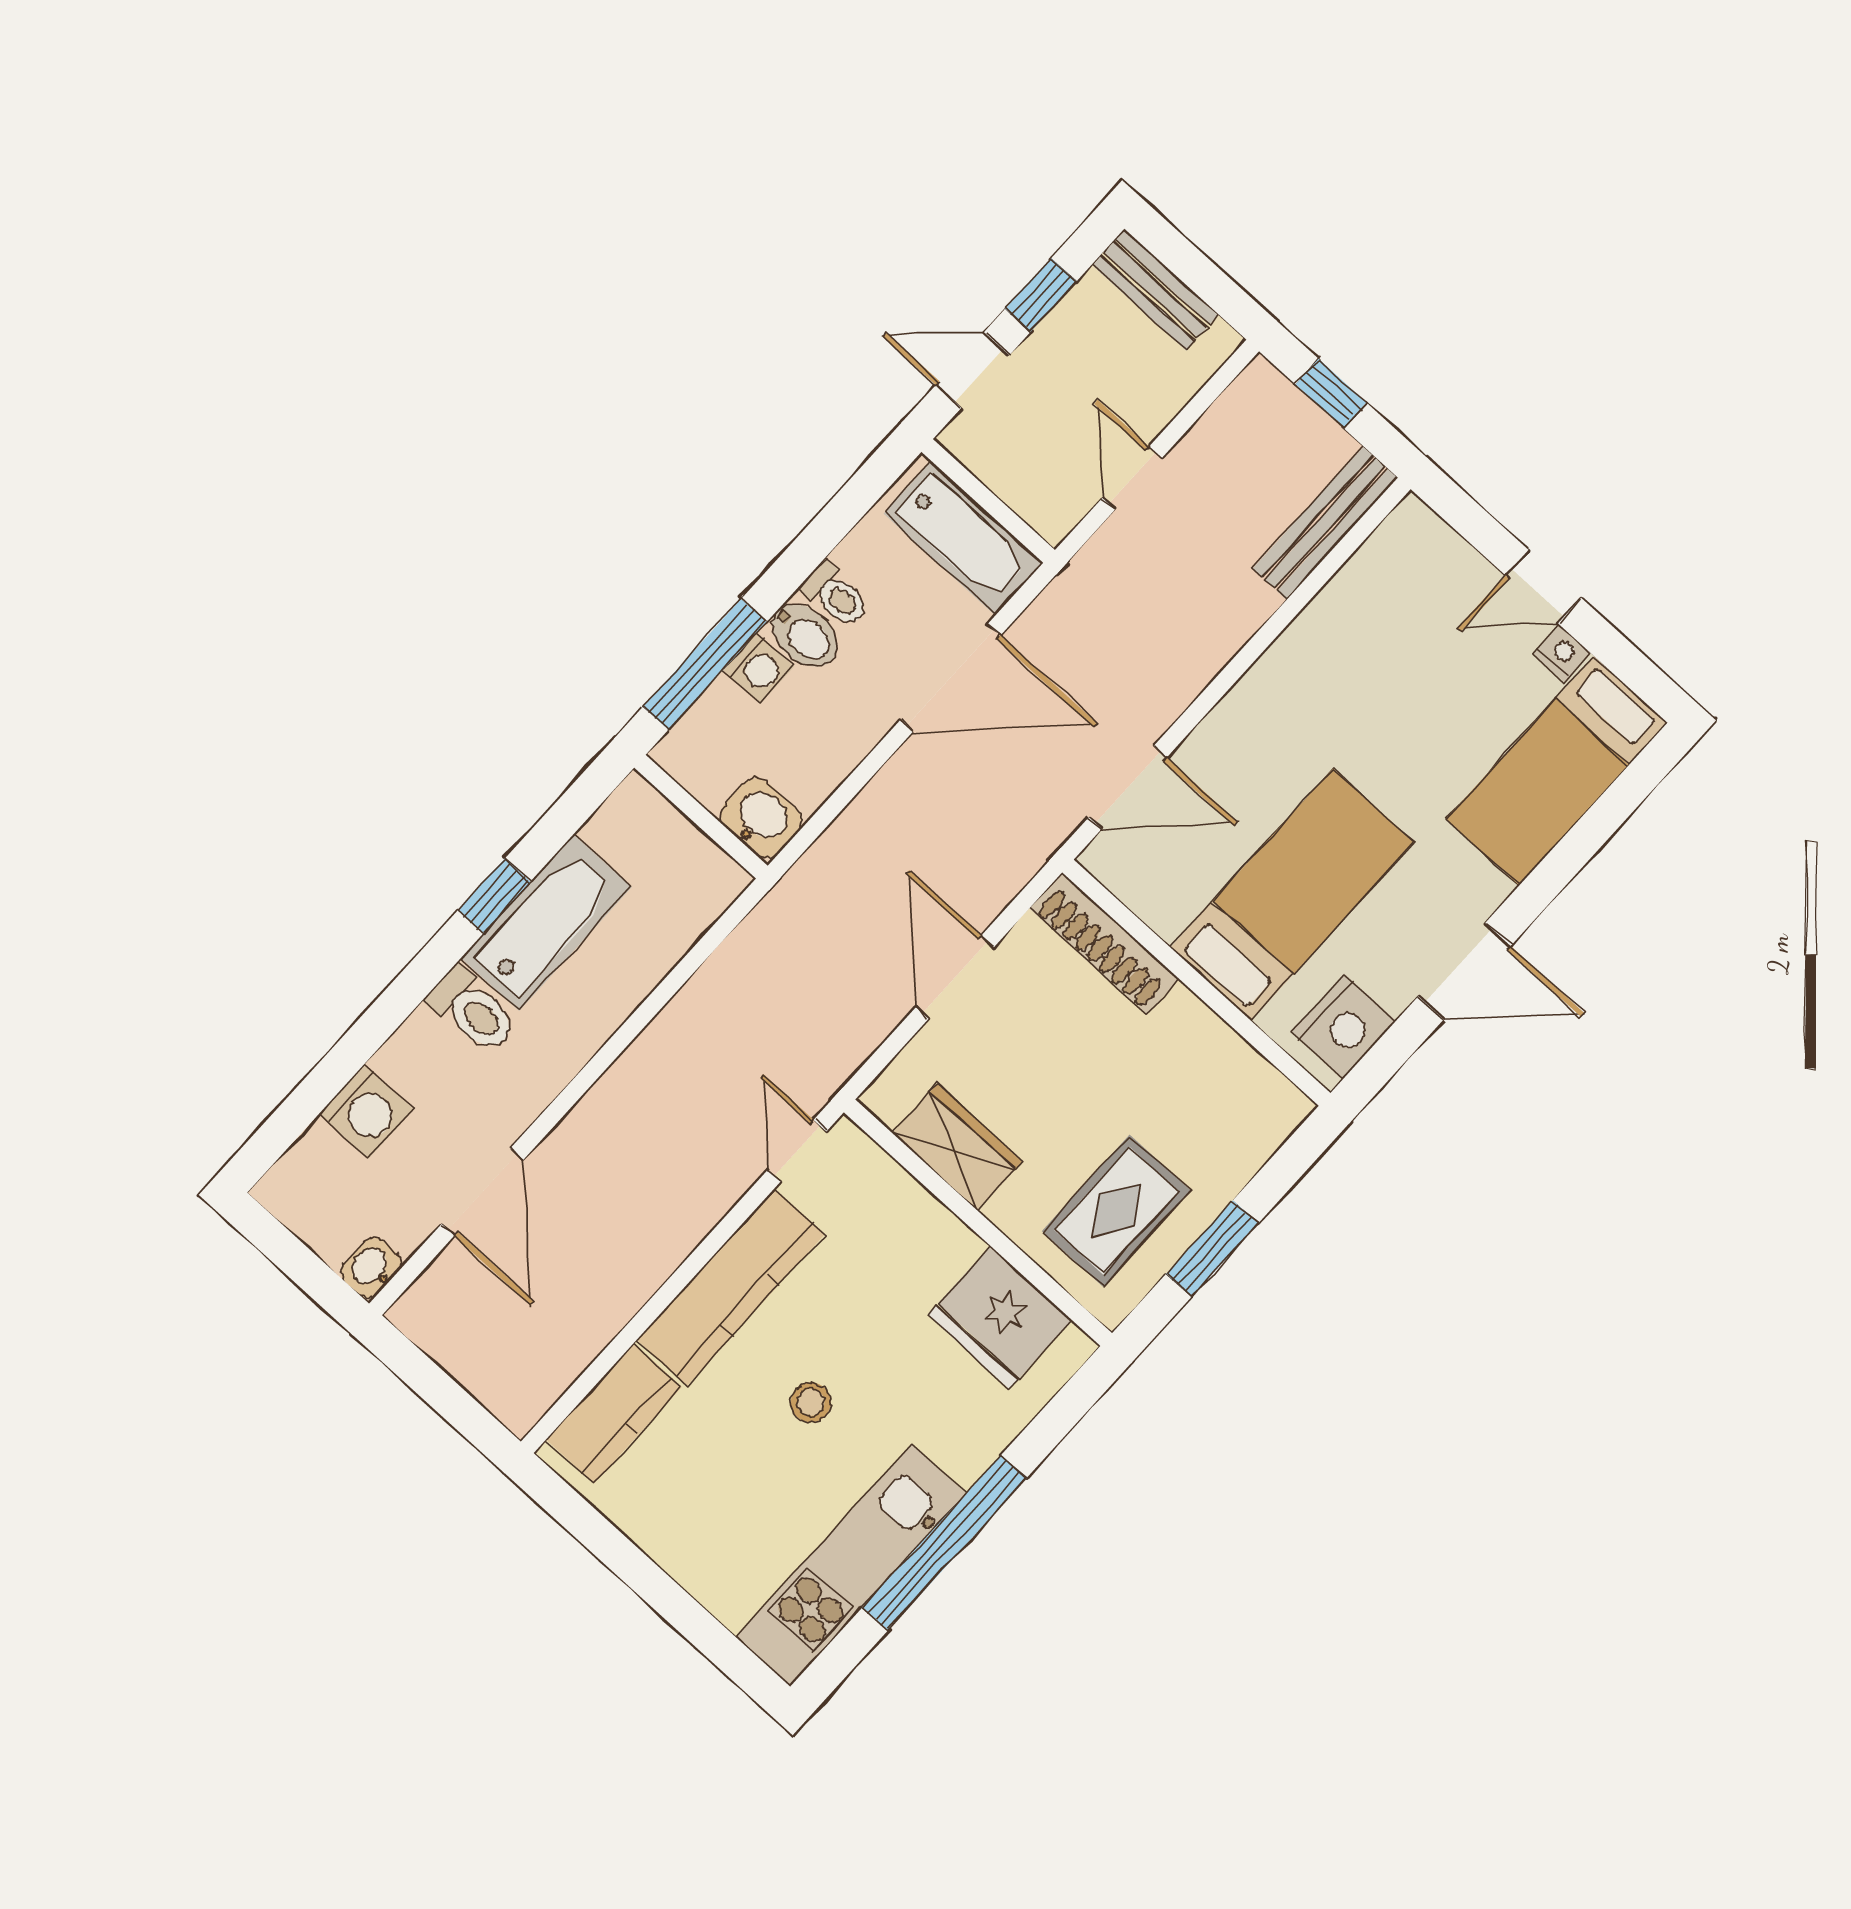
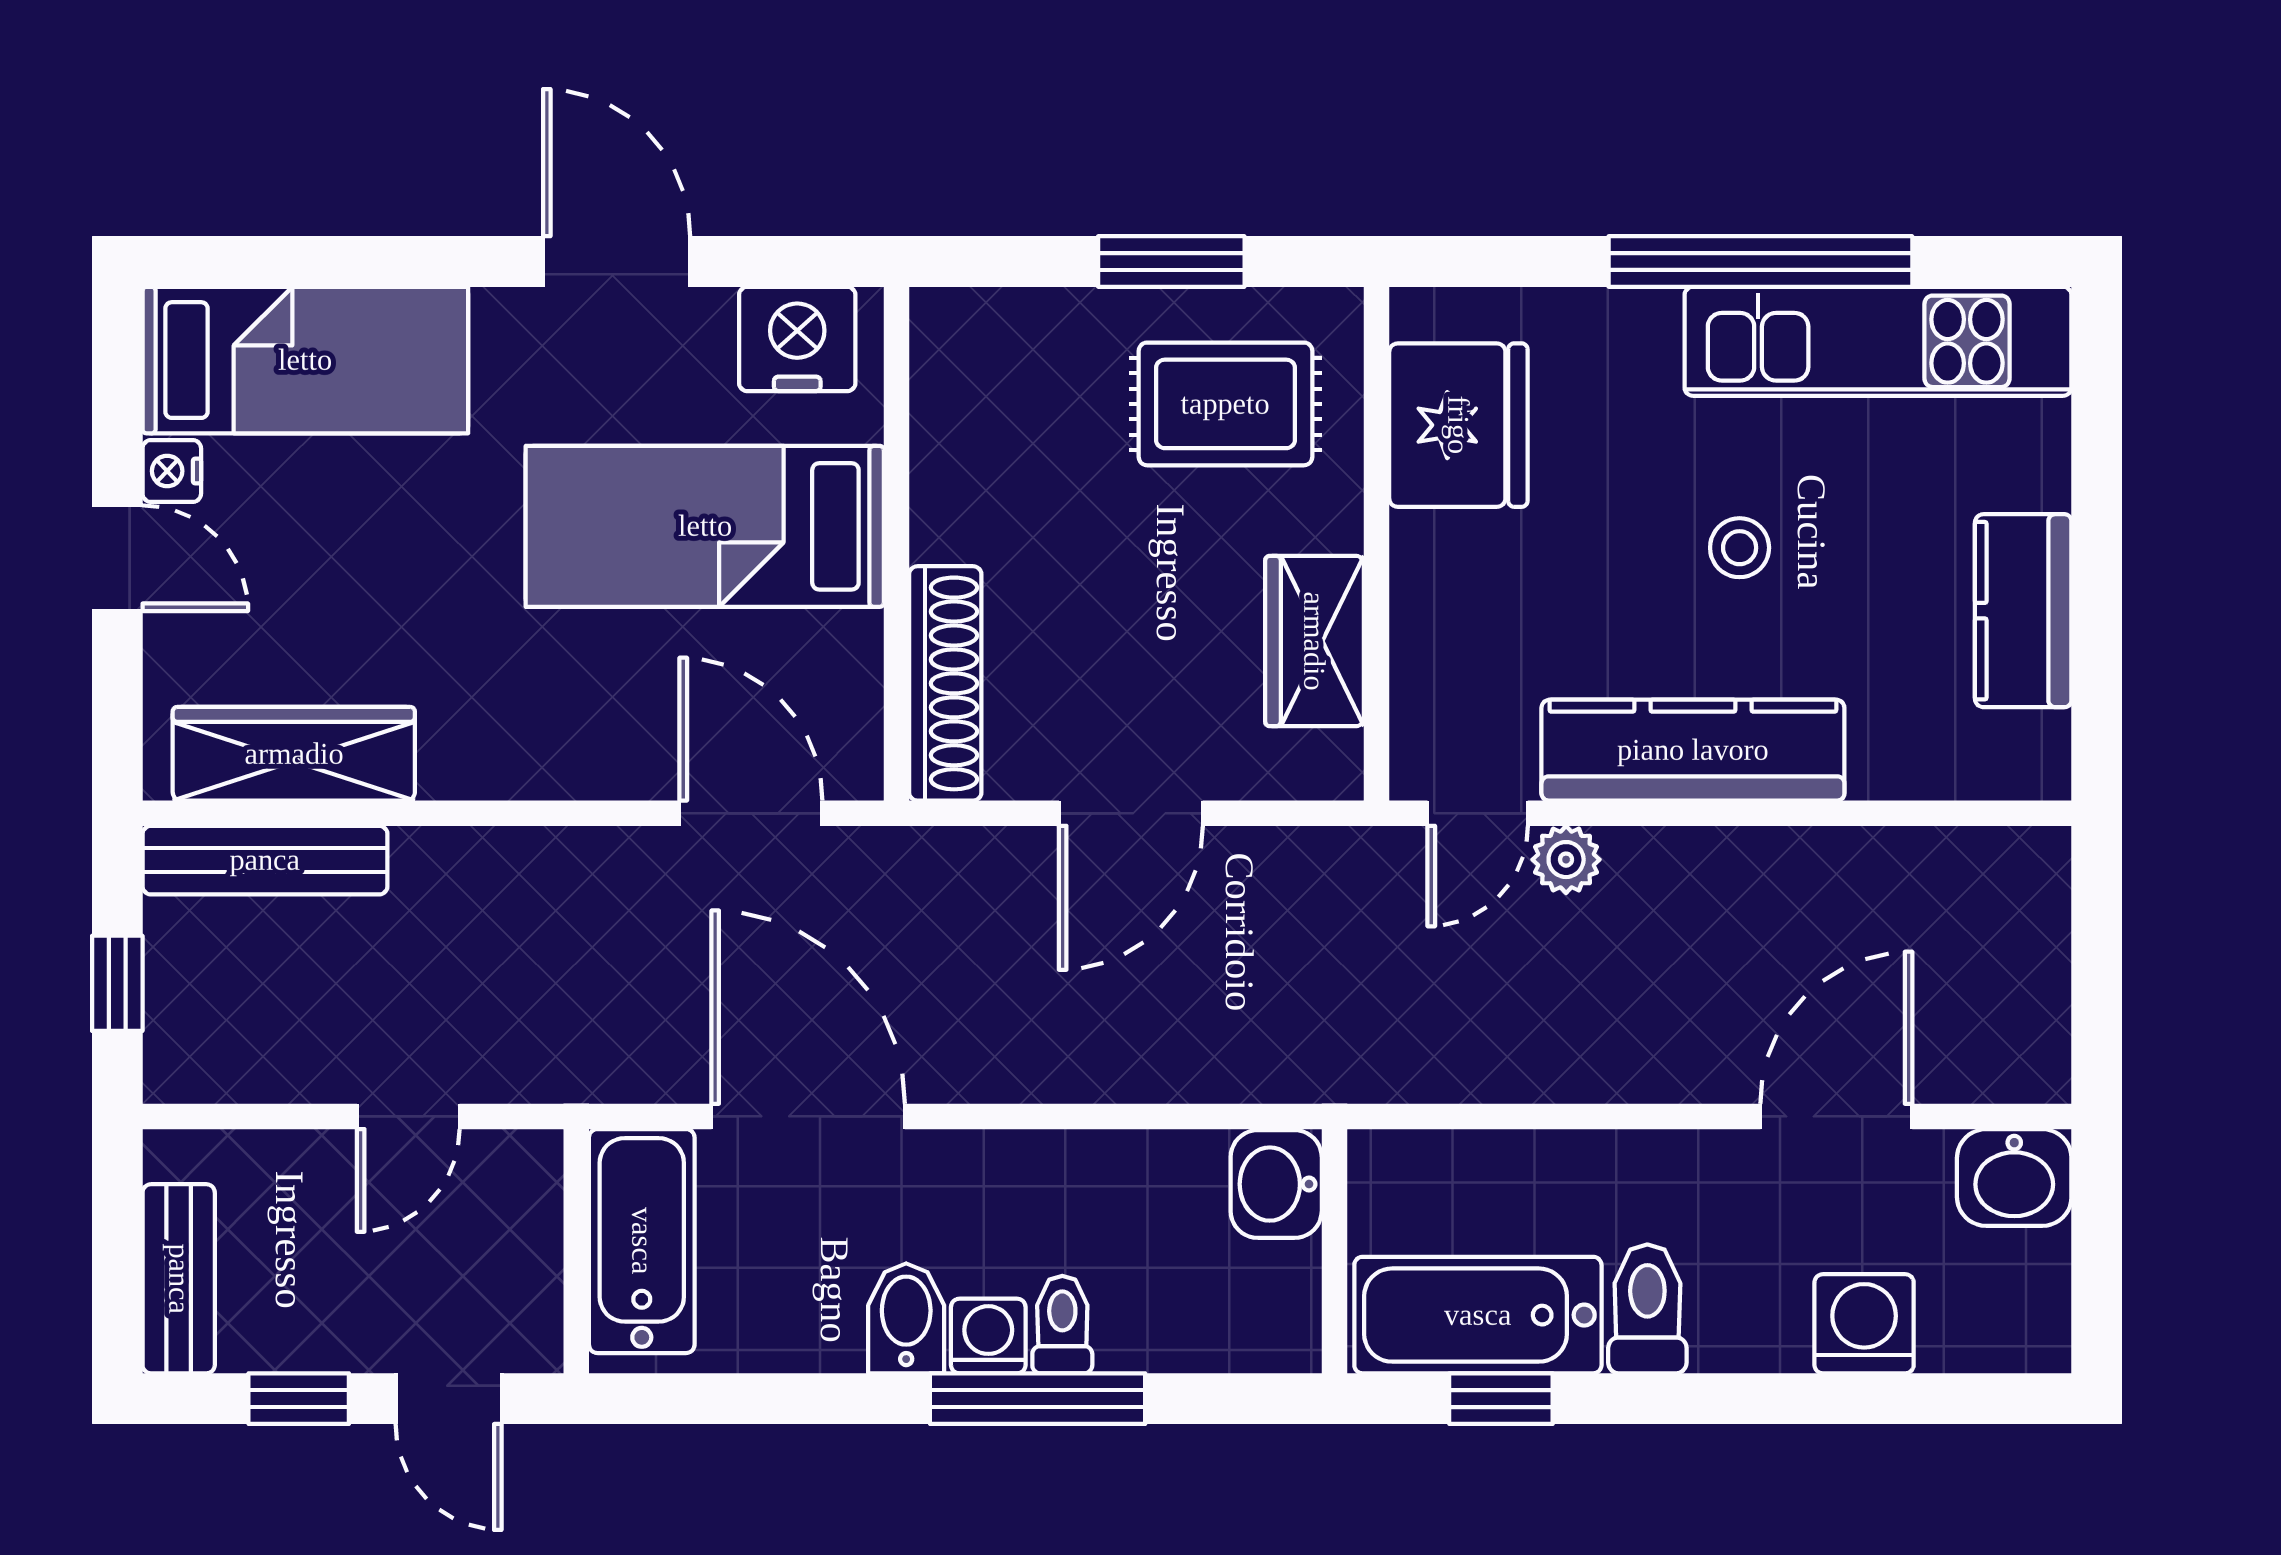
wardrobe: (1365, 586) -> (294, 754), added
toilet: (835, 595) -> (1062, 1325), moved
wall: (701, 817) -> (1334, 1251), moved
washbasin: (761, 818) -> (1276, 1184), moved
plant: (734, 1174) -> (1566, 860), added
washbasin: (371, 1268) -> (2014, 1177), width x1.38, depth x1.45
kitchen counter: (614, 1413) -> (2023, 611), moved, turned -90

